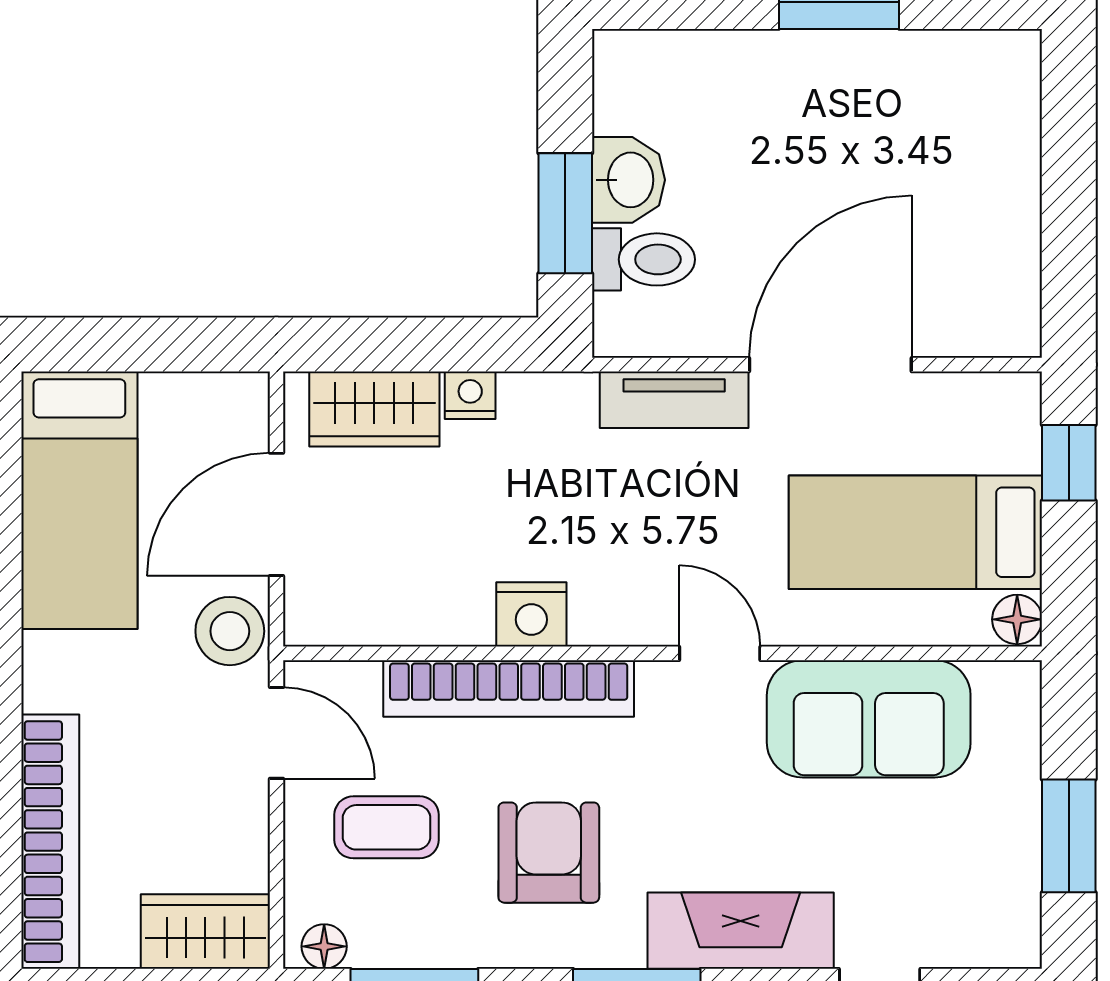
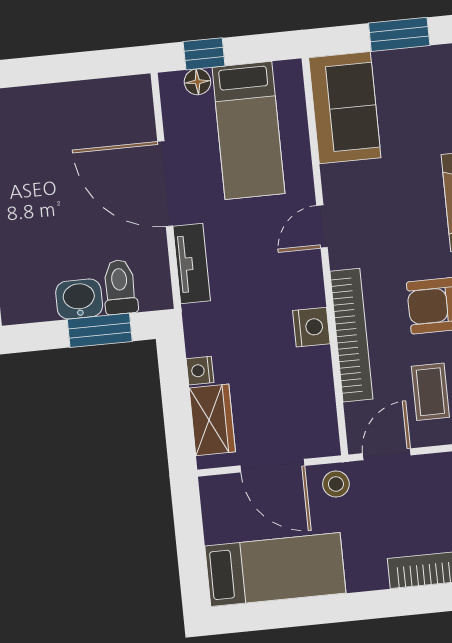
floor lamp: (1017, 619) -> (197, 82), moved
stool: (230, 631) -> (336, 484), width x0.73, depth x0.73
sofa: (869, 719) -> (345, 108), moved

